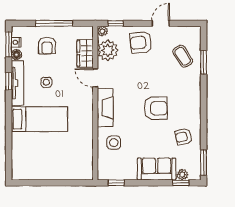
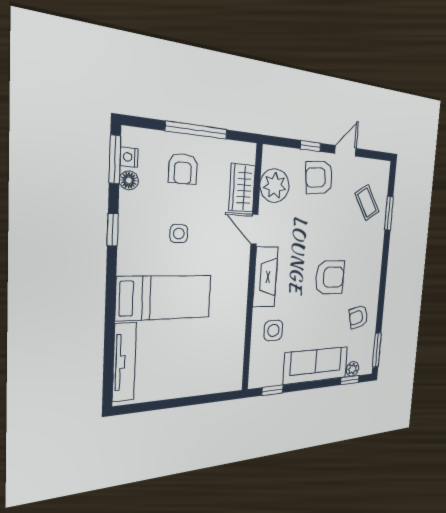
window: (116, 23) -> (310, 146), moved
plant: (102, 31) -> (269, 153), removed
tv unit: (18, 83) -> (124, 362), moved
sofa: (157, 169) -> (316, 365), width x1.36

